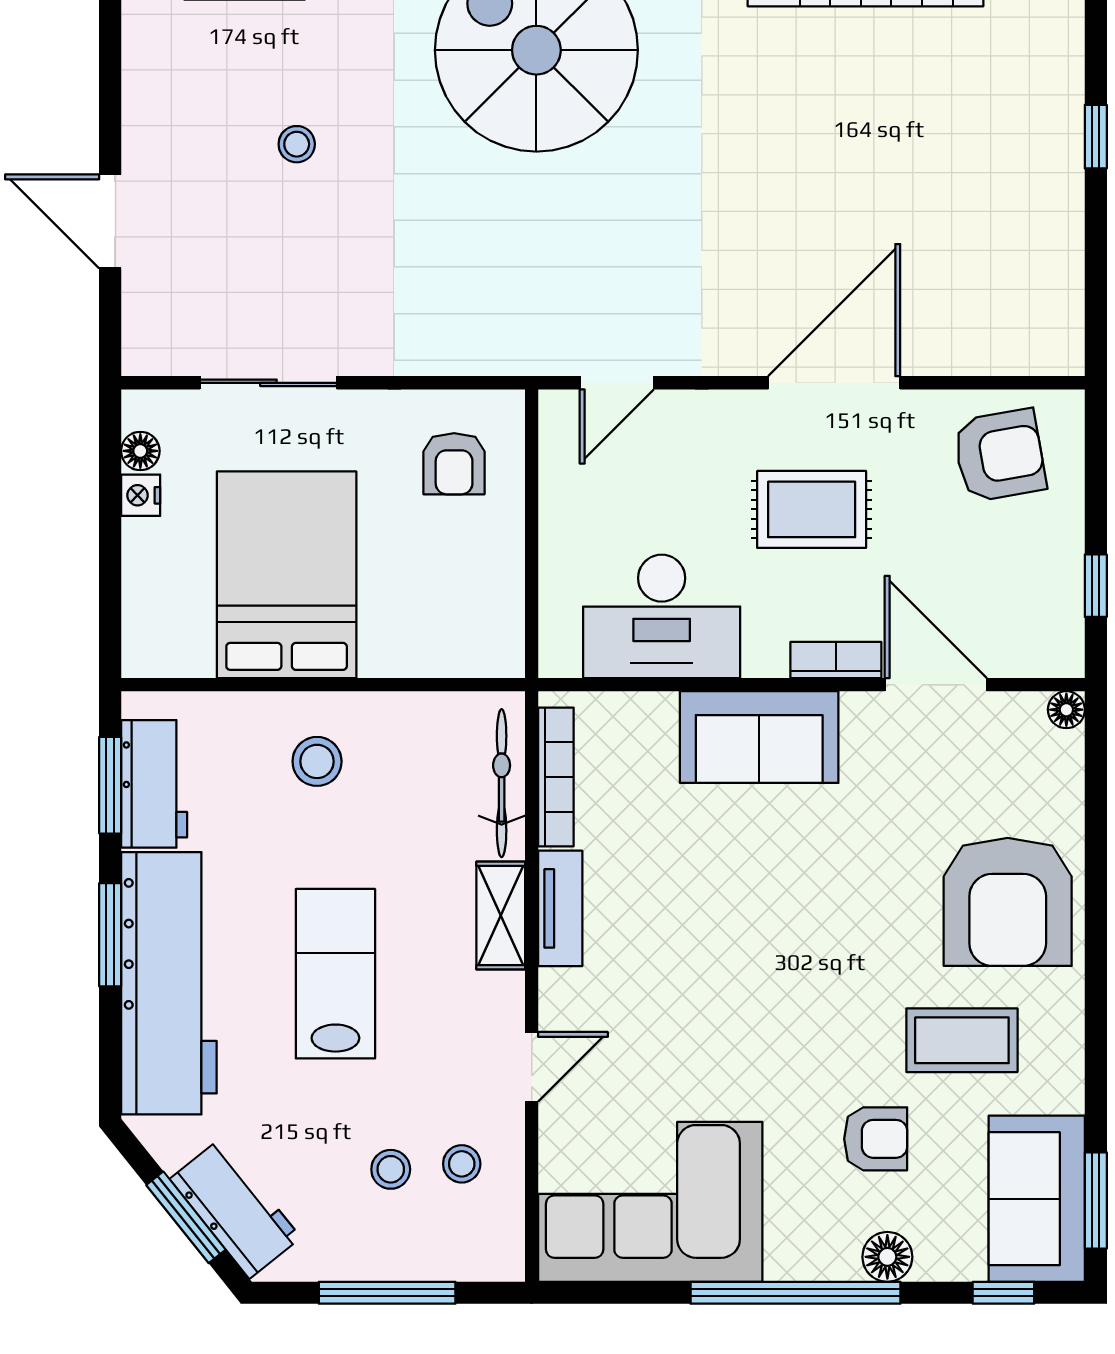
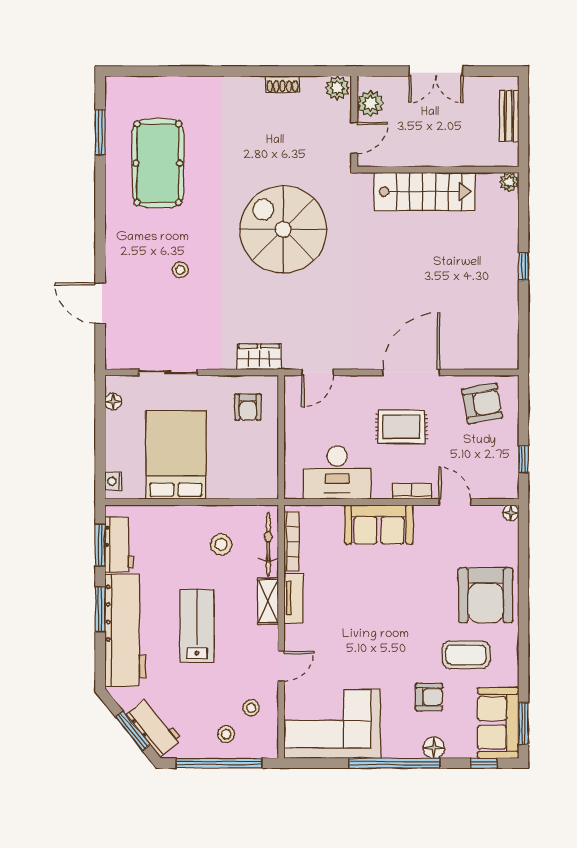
wardrobe: (480, 346) -> (259, 357), added
nightstand: (141, 495) -> (113, 481), moved
door: (936, 685) -> (455, 502), width x0.73
stool: (317, 761) -> (221, 544), moved
stool: (391, 1169) -> (226, 734), moved
window: (387, 1293) -> (219, 763), width x1.46

